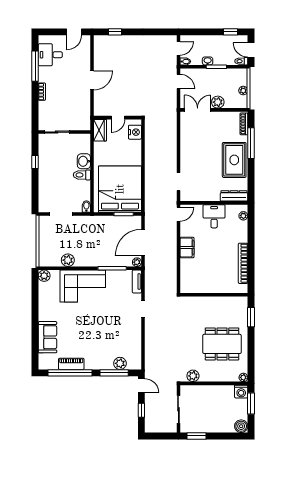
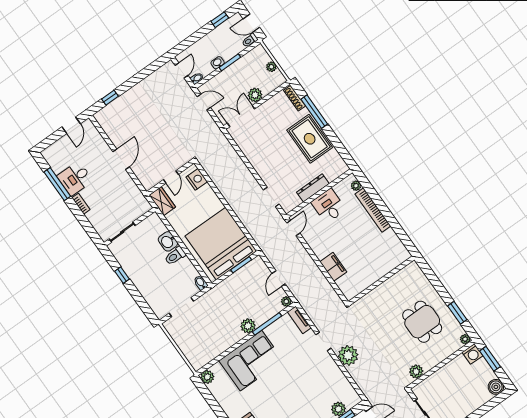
desk: (50, 55) -> (75, 178), moved
dresser: (234, 196) -> (313, 188), moved
door: (143, 242) -> (279, 279), width x0.53
filing cabinet: (187, 247) -> (333, 267), moved
plant: (68, 260) -> (248, 326), moved
bookcase: (243, 263) -> (373, 210), moved
window: (251, 317) -> (457, 313), moved
plant: (153, 331) -> (348, 355), added
dining table: (222, 344) -> (422, 322), width x0.73

